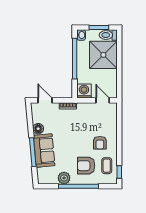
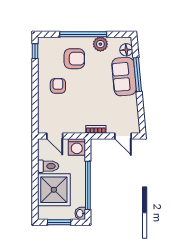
toilet: (108, 35) -> (48, 166), moved
floor lamp: (38, 129) -> (126, 50), moved
coffee table: (107, 166) -> (50, 59), removed

